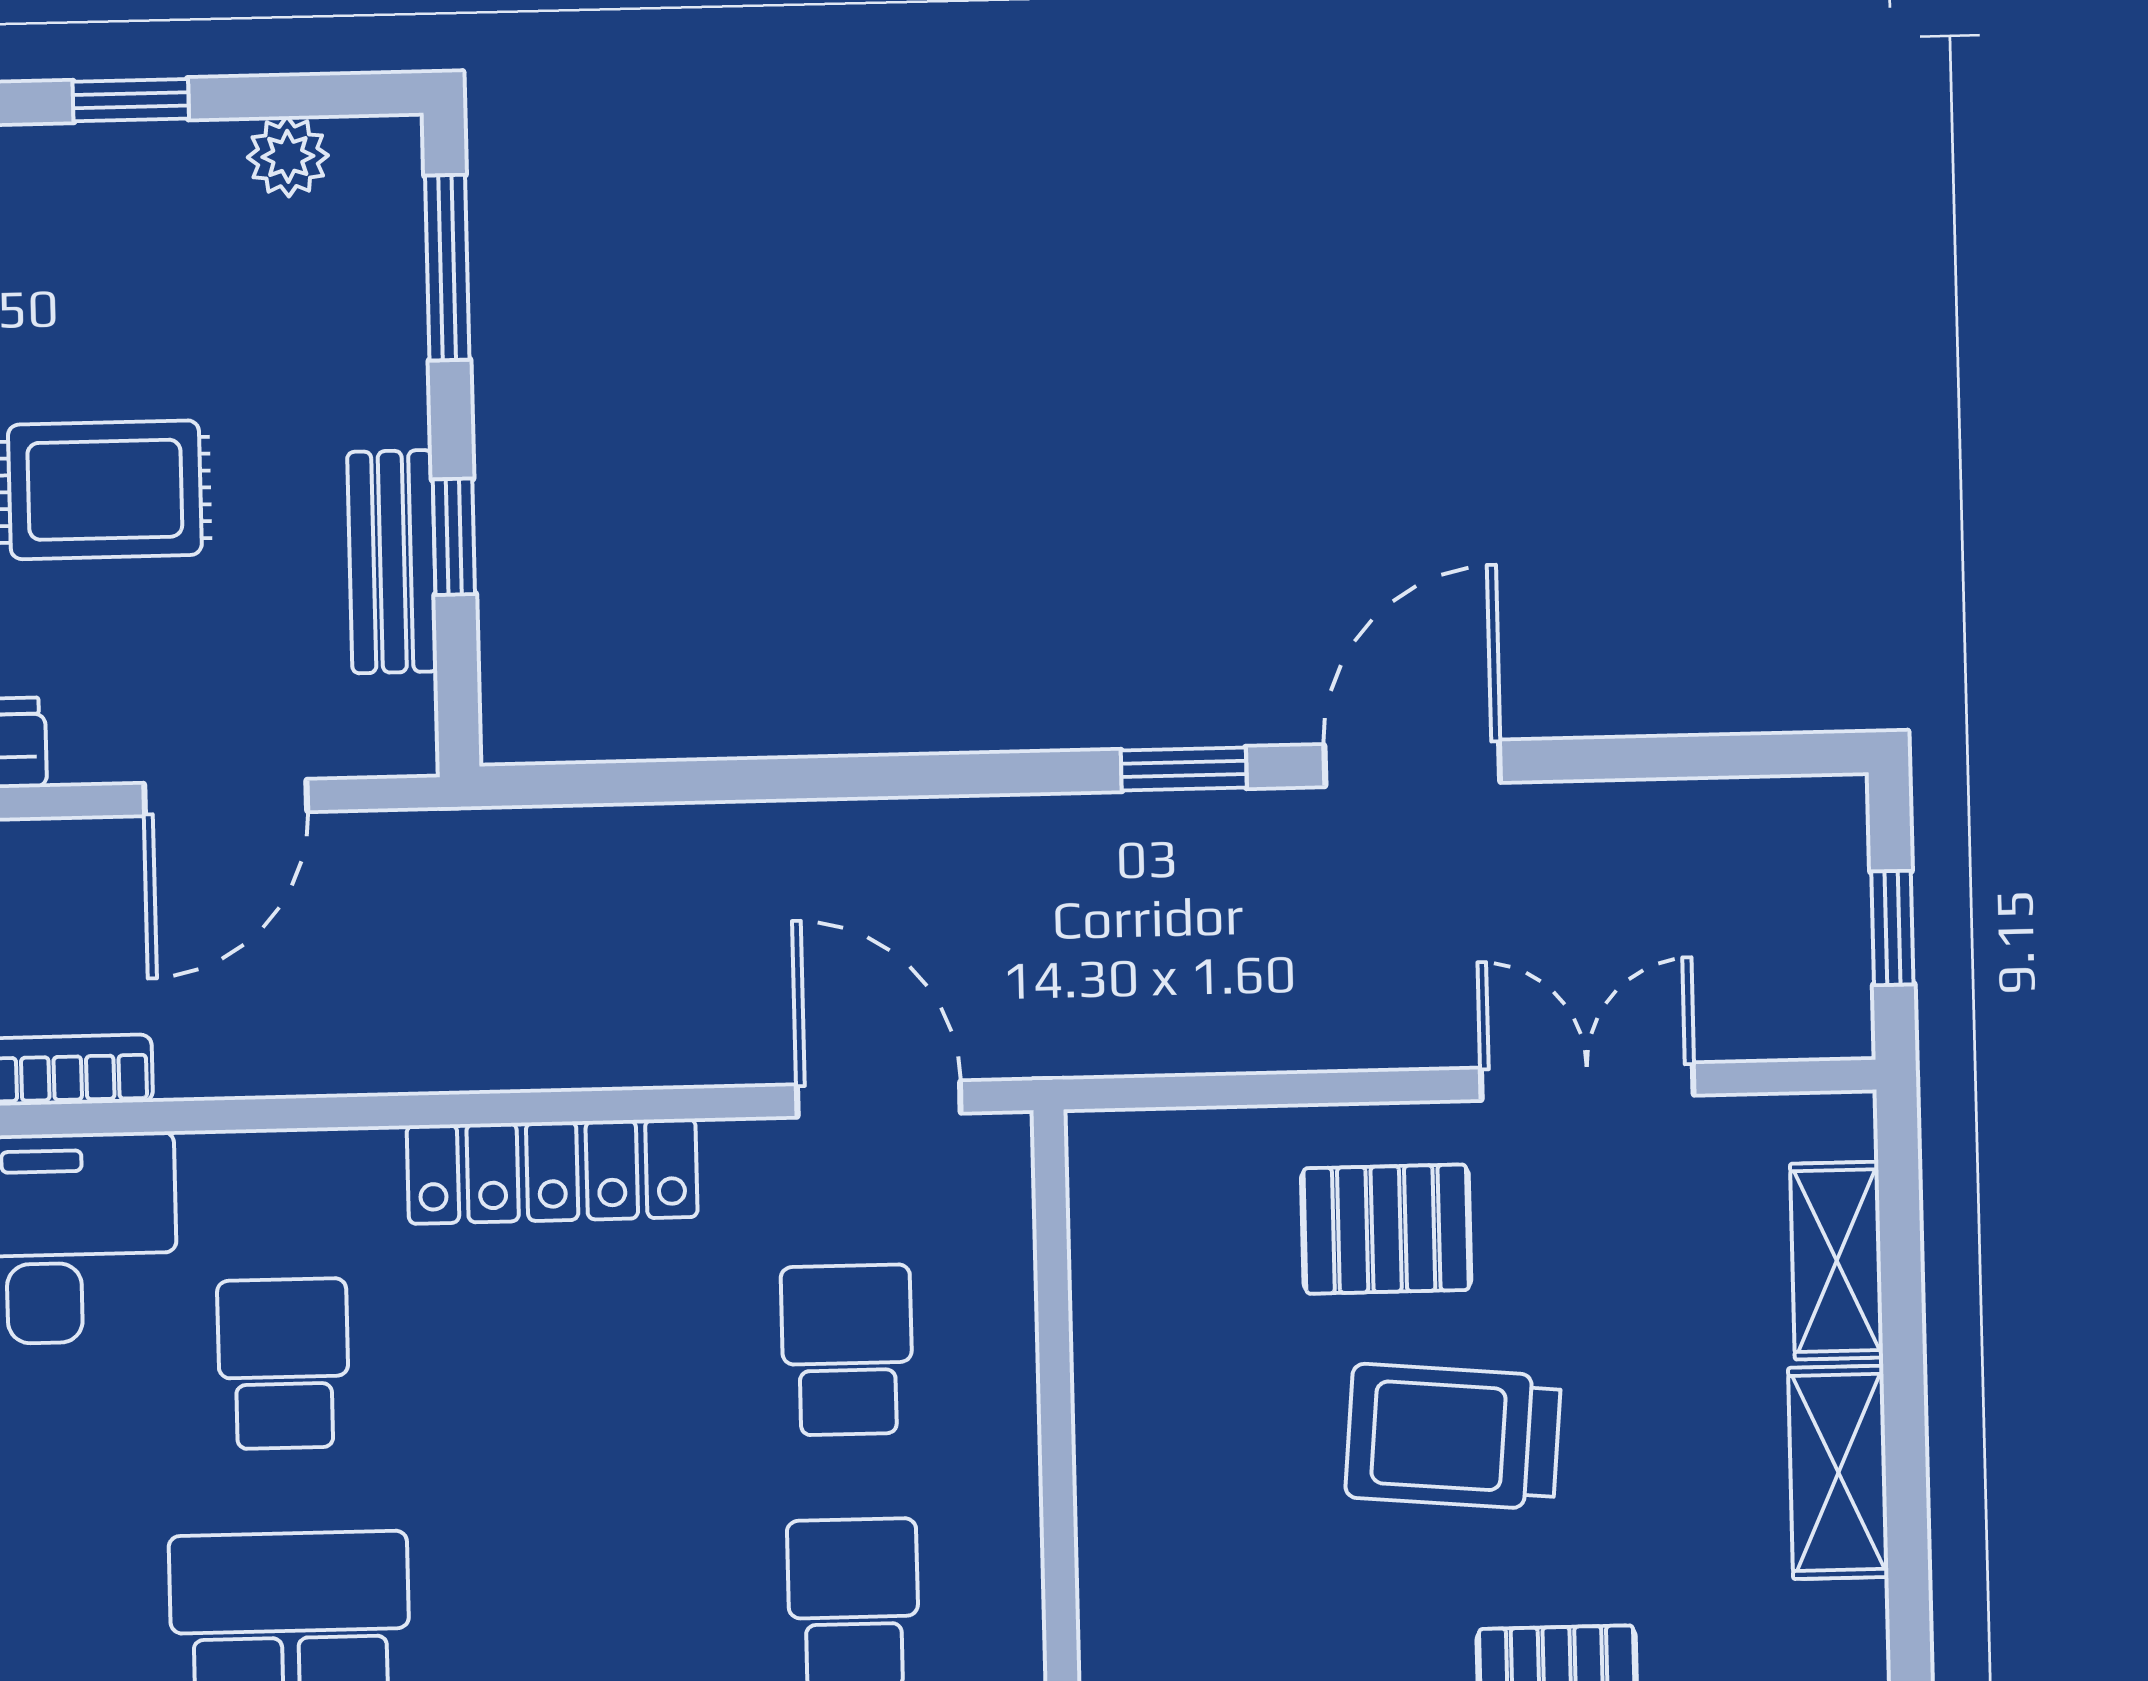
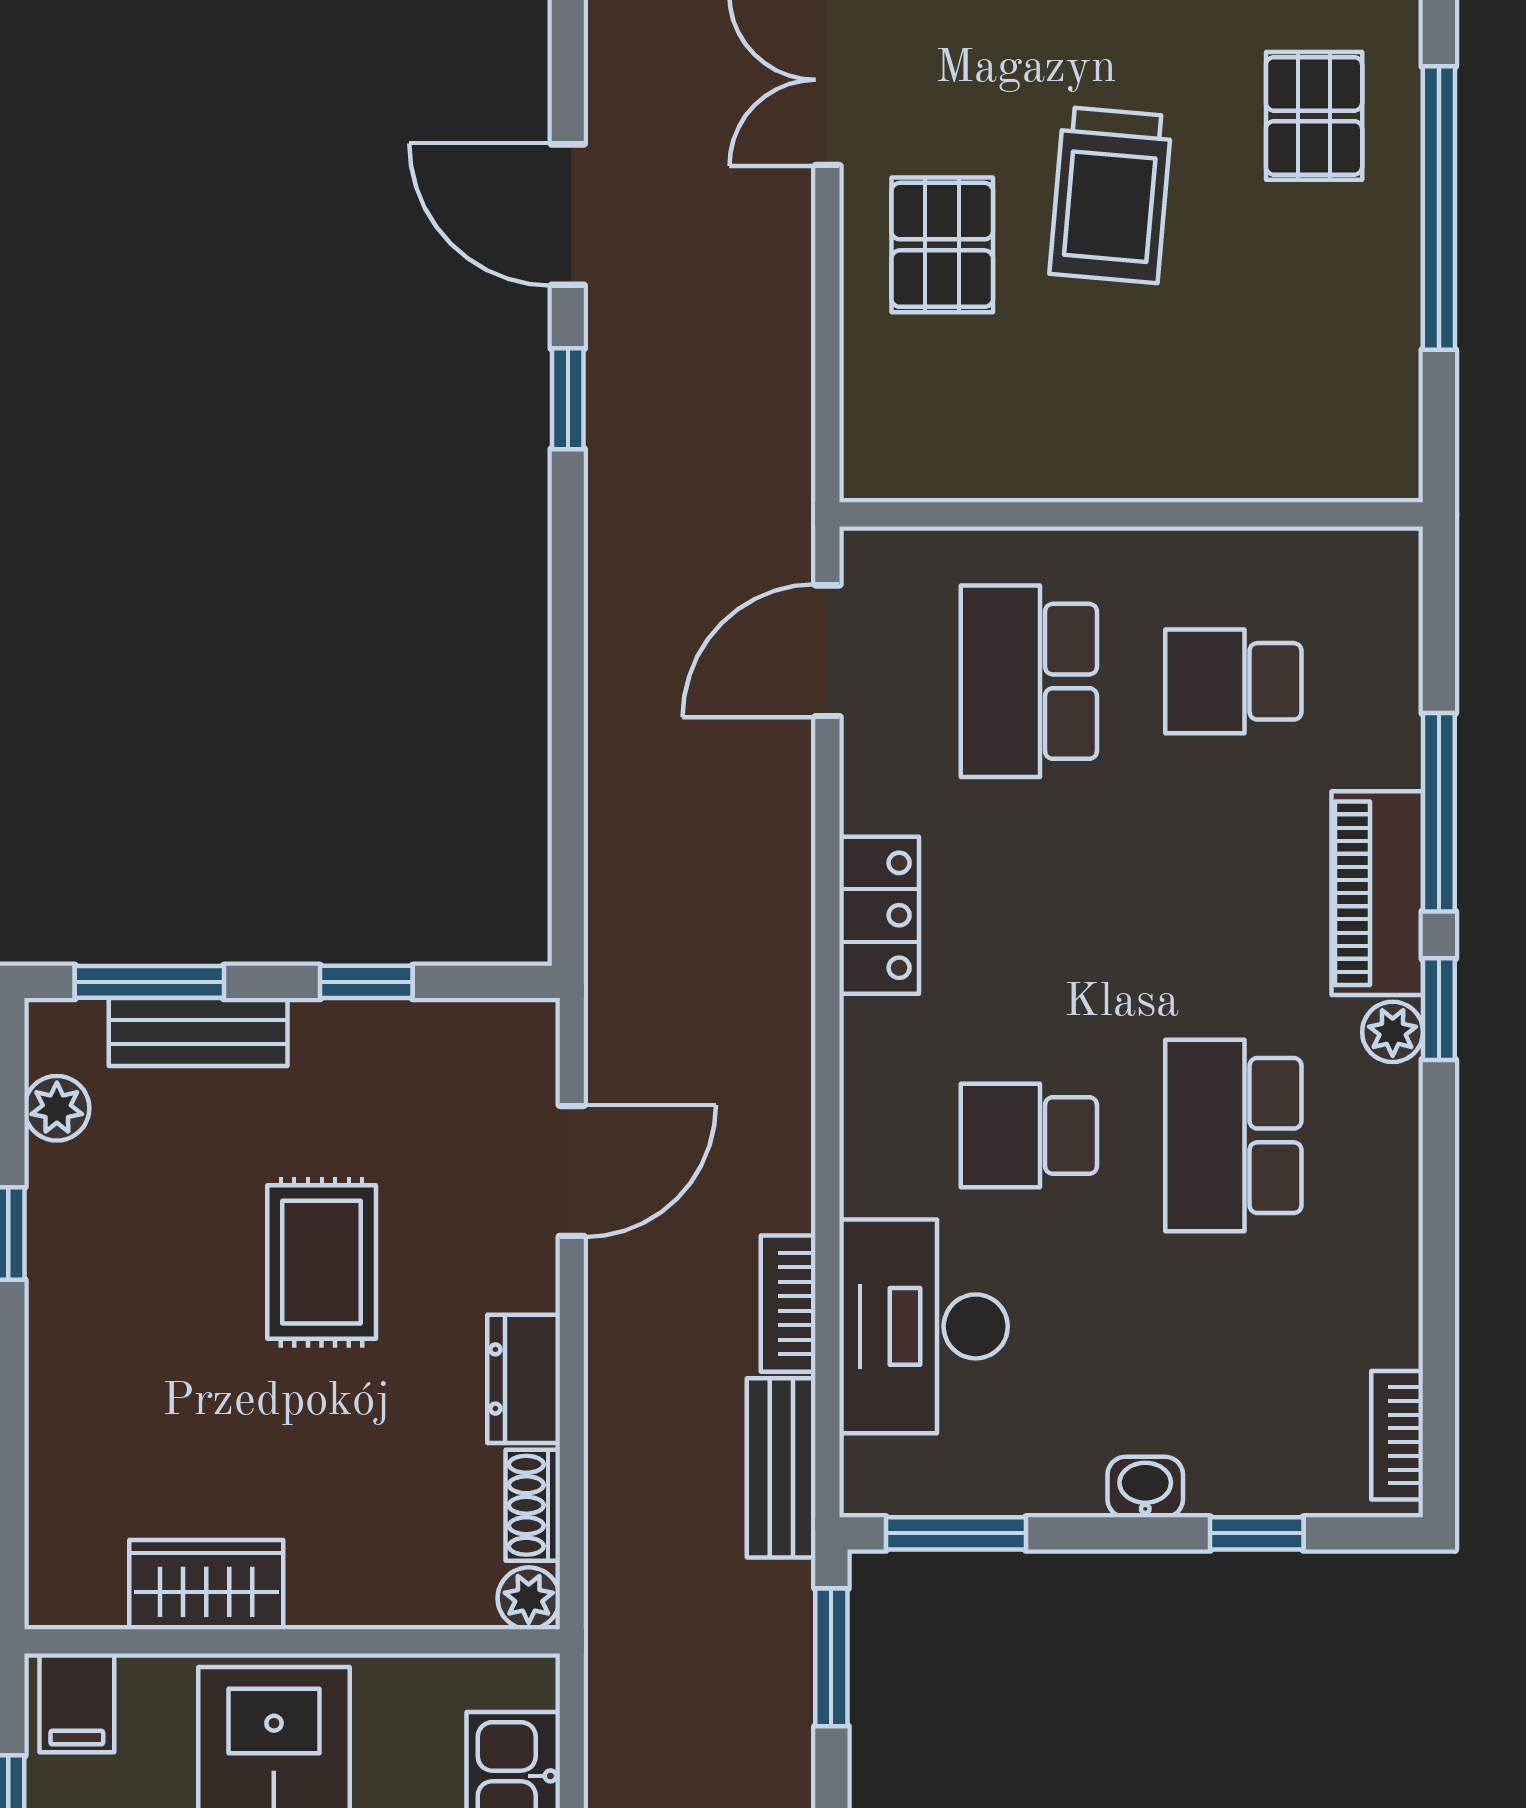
bench: (392, 562) -> (198, 1032), moved
door: (226, 797) -> (572, 1171), hinge flipped
locker: (552, 1171) -> (879, 915), width x0.66
school desk: (847, 1350) -> (1029, 681), width x1.85

